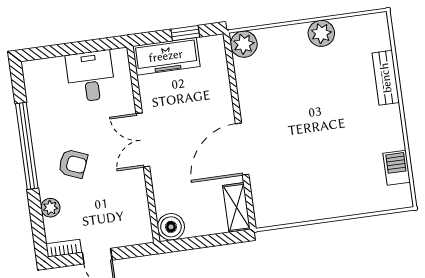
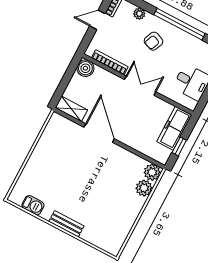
plant: (321, 33) -> (144, 188), moved
bench: (386, 78) -> (66, 224), moved
bookcase: (141, 201) -> (110, 62), added

